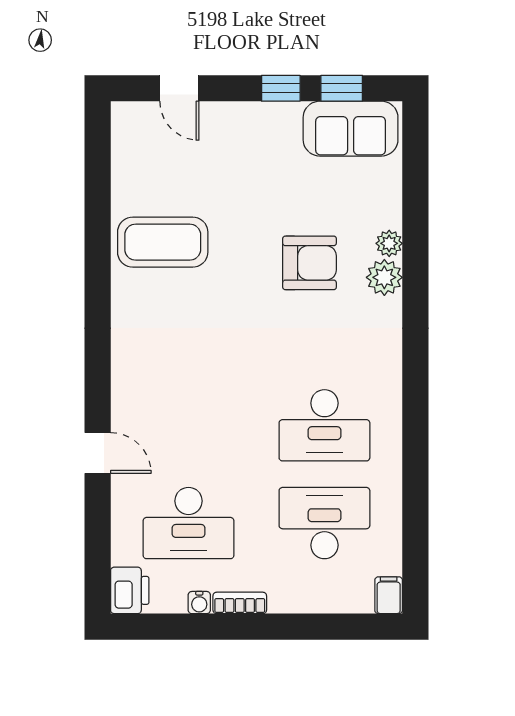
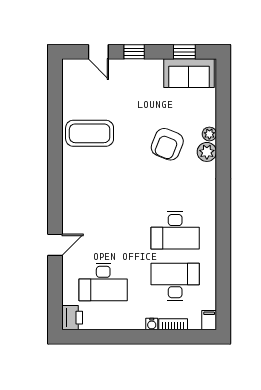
window: (281, 88) -> (134, 52), moved
armchair: (310, 263) -> (167, 144), turned 112
door: (98, 453) -> (55, 245), hinge flipped
water cooler: (199, 603) -> (152, 324), moved
bookcase: (240, 603) -> (173, 324), moved

